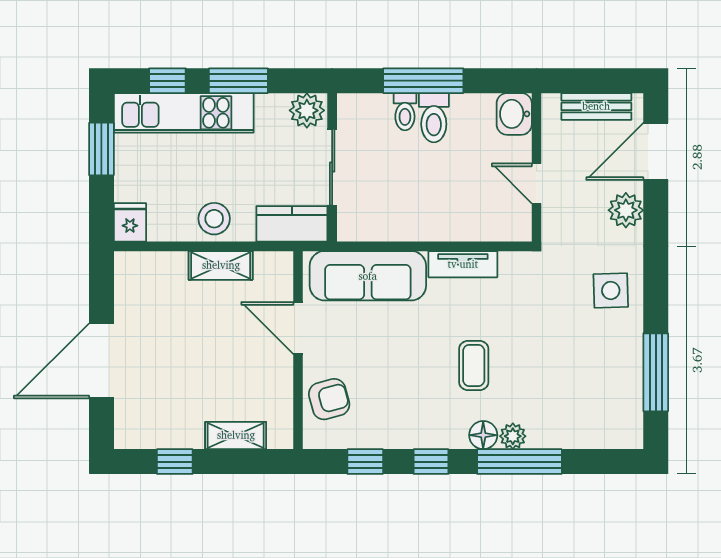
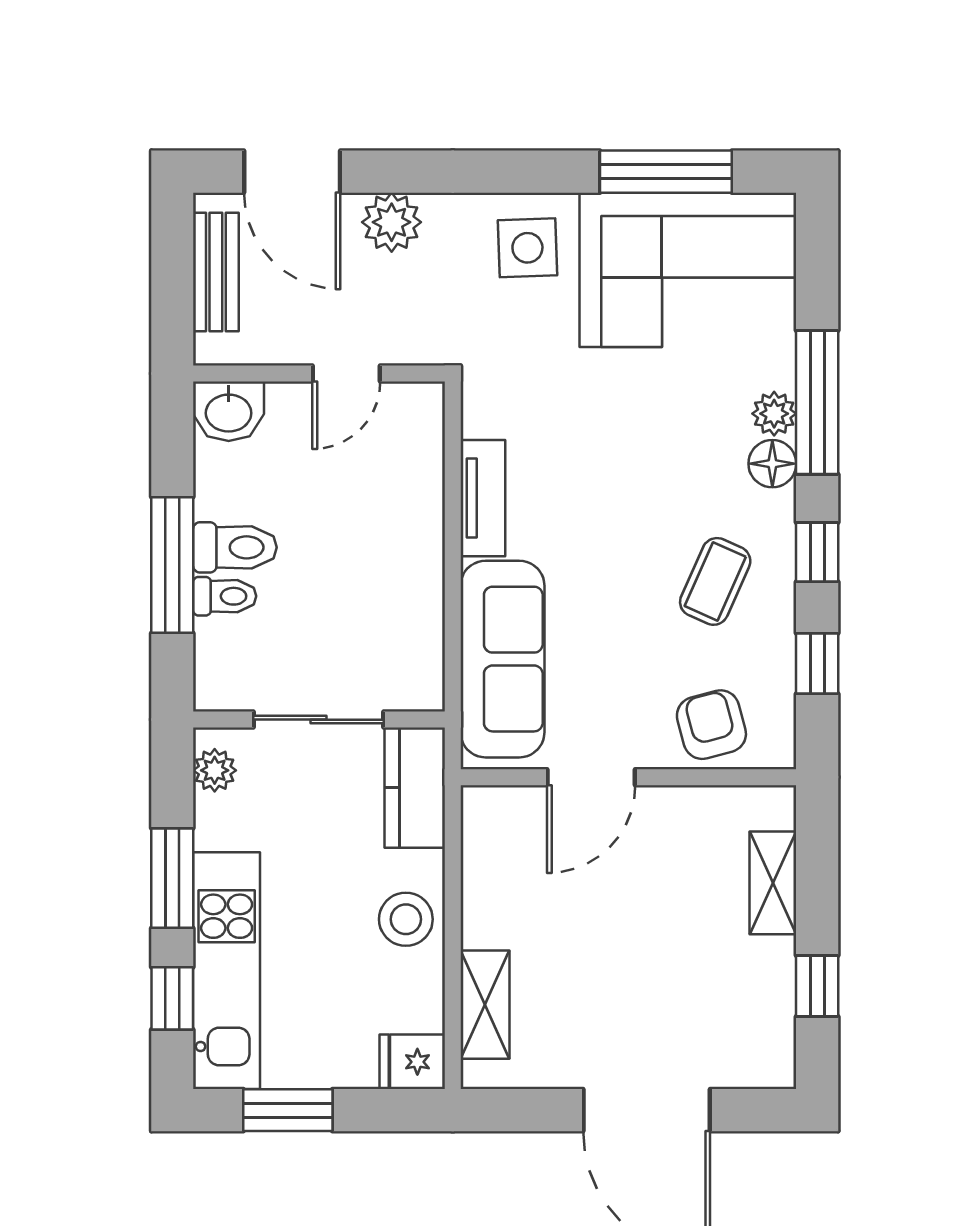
plant: (307, 110) -> (215, 770), width x0.73, depth x0.73
shelving: (221, 265) -> (485, 1005), moved
coffee table: (474, 365) -> (715, 581), moved, turned -66
corner sofa: (598, 385) -> (688, 270), added

